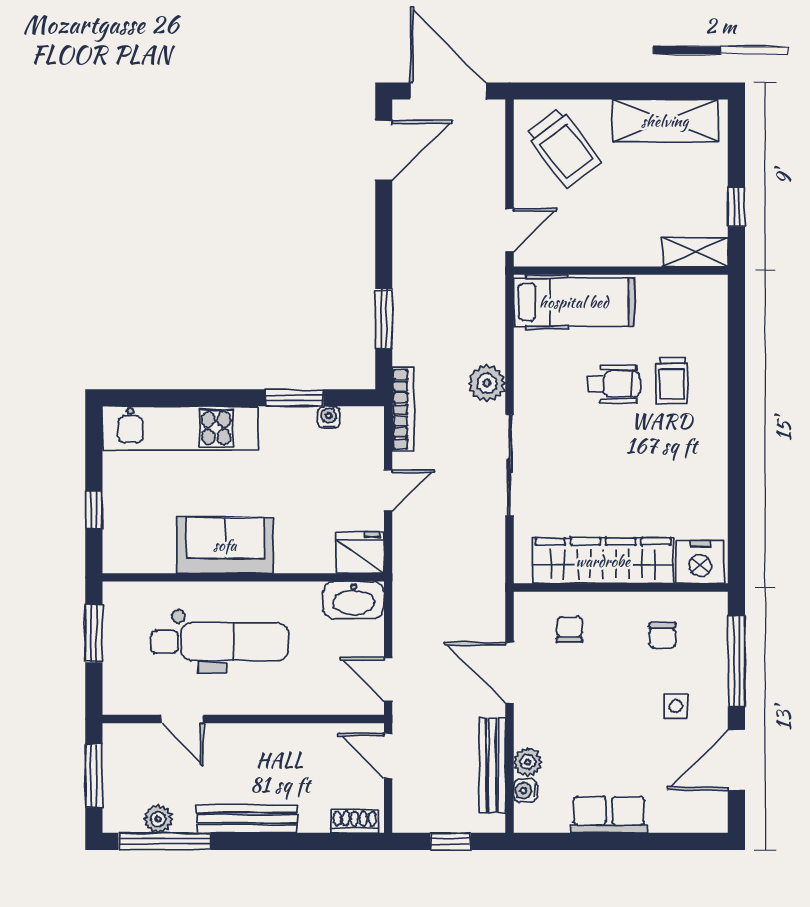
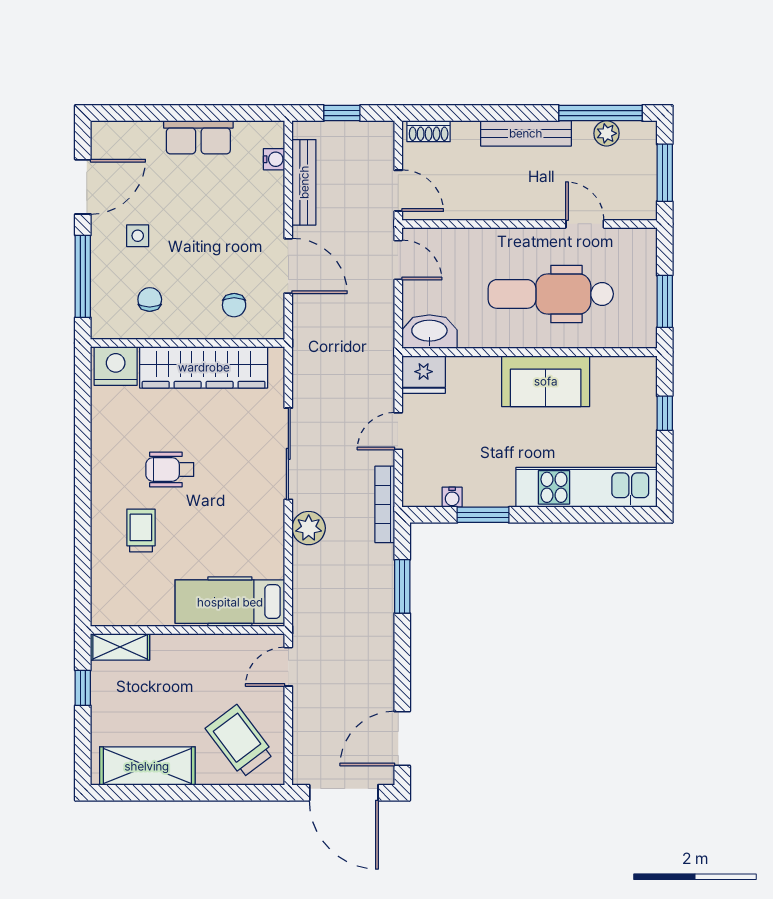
wheelchair: (614, 384) -> (170, 469), moved
plant: (528, 762) -> (272, 185), removed

